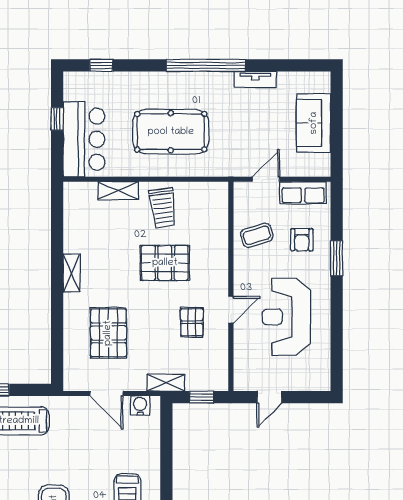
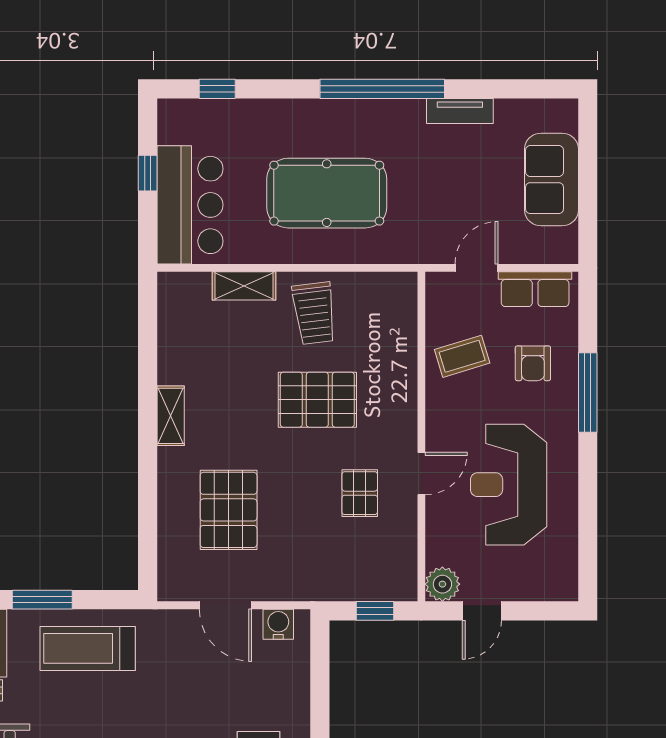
window: (337, 258) -> (588, 393), width x1.44
plant: (244, 380) -> (442, 584), added
shelving: (166, 383) -> (319, 588), removed

